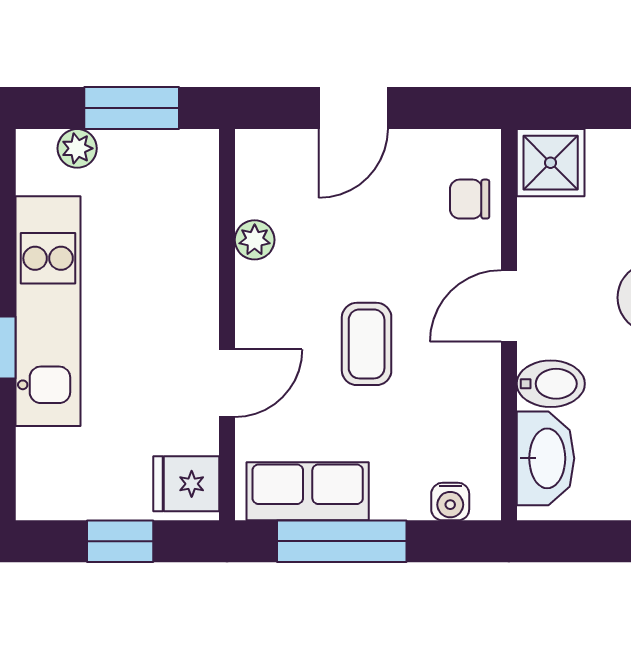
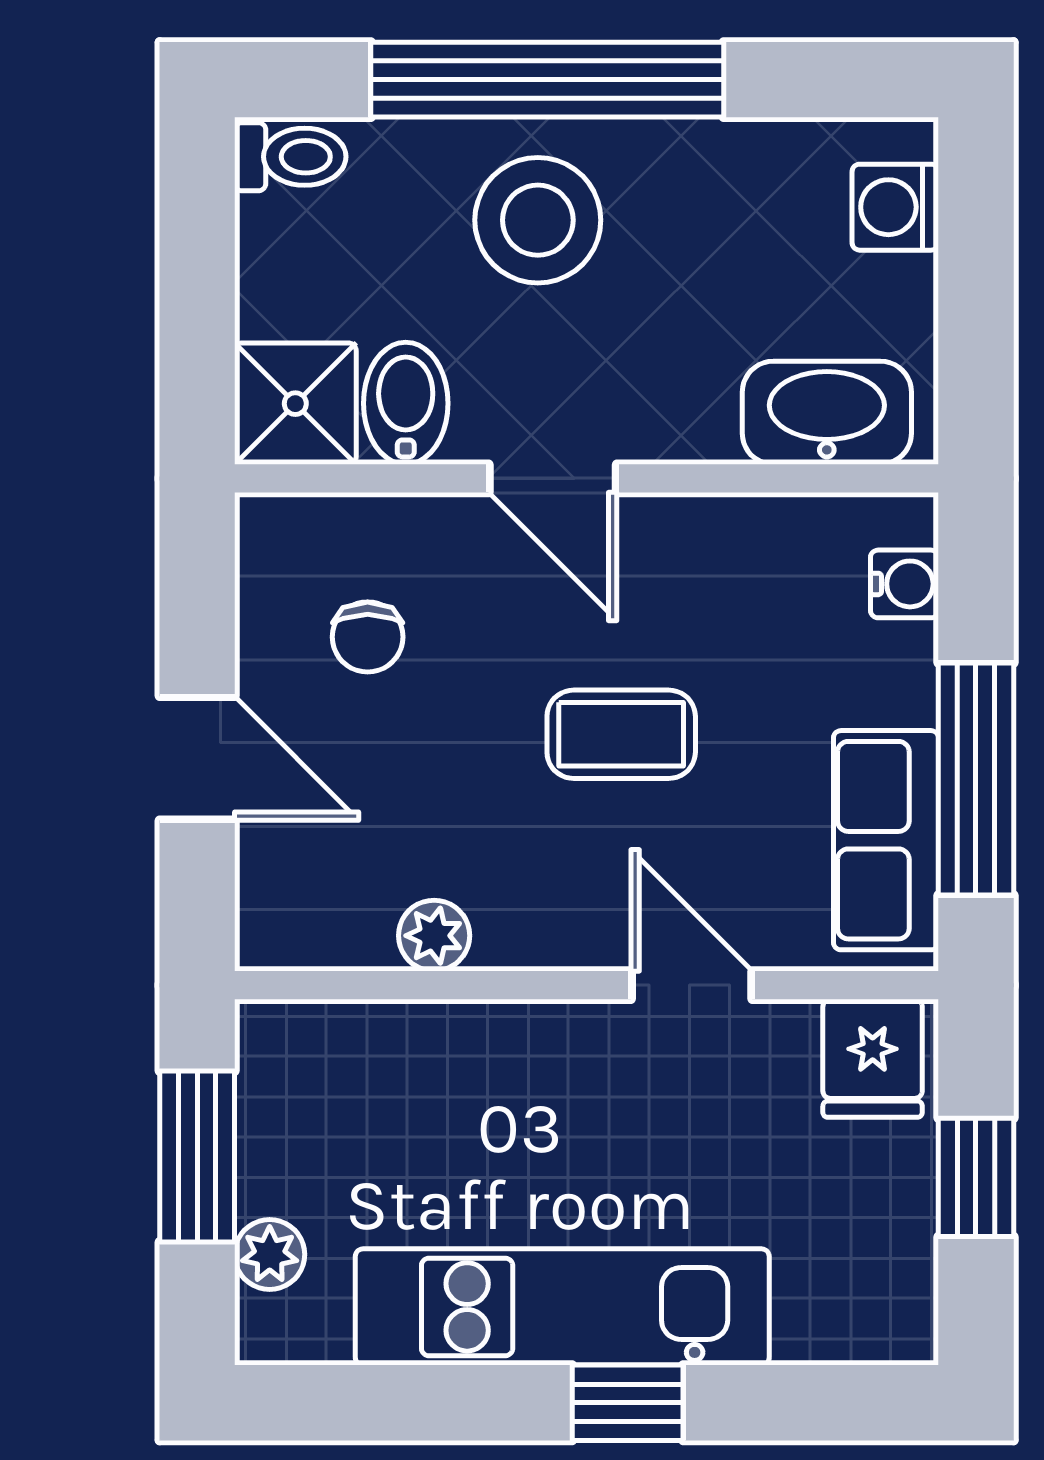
chair: (470, 199) -> (368, 637), moved
bidet: (551, 384) -> (406, 403), moved

